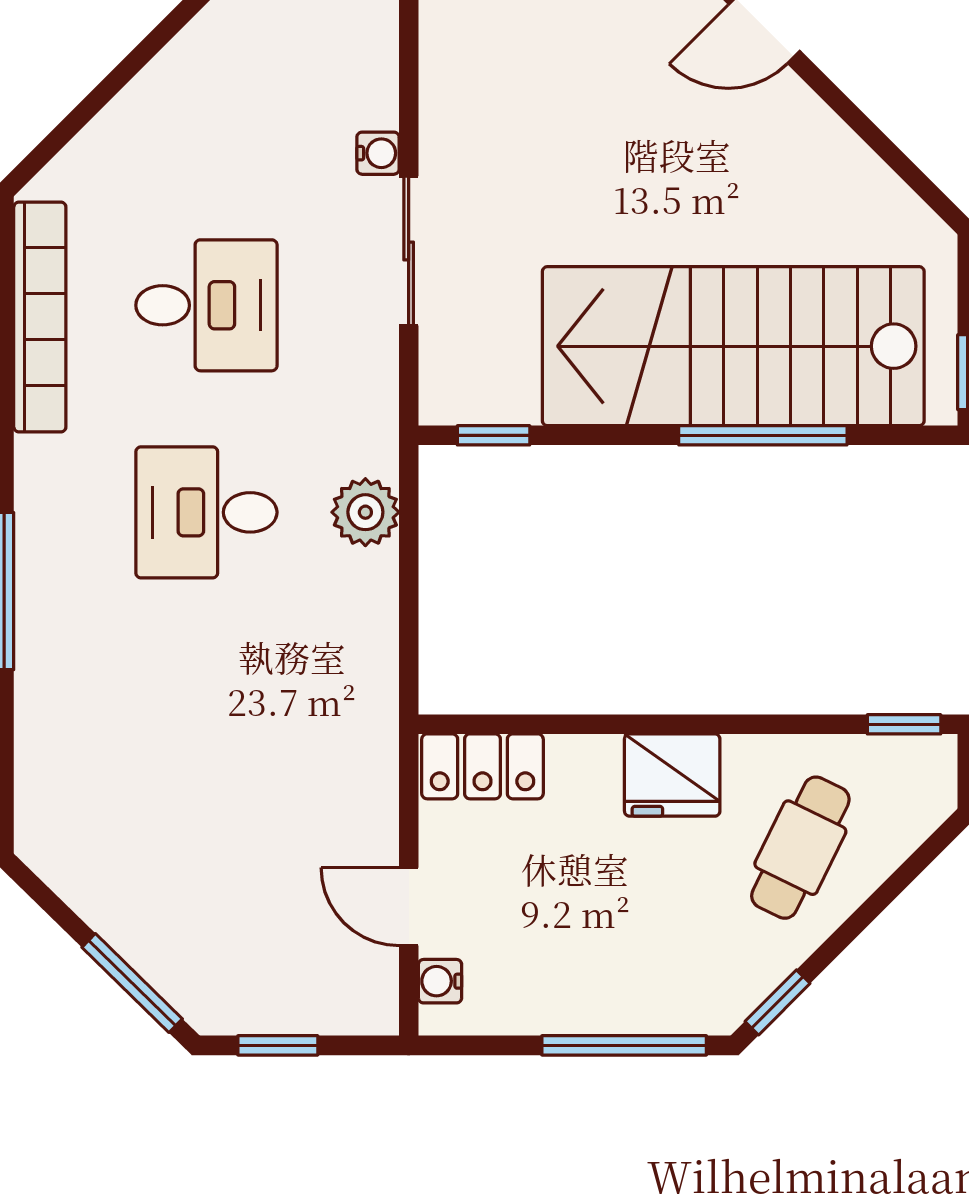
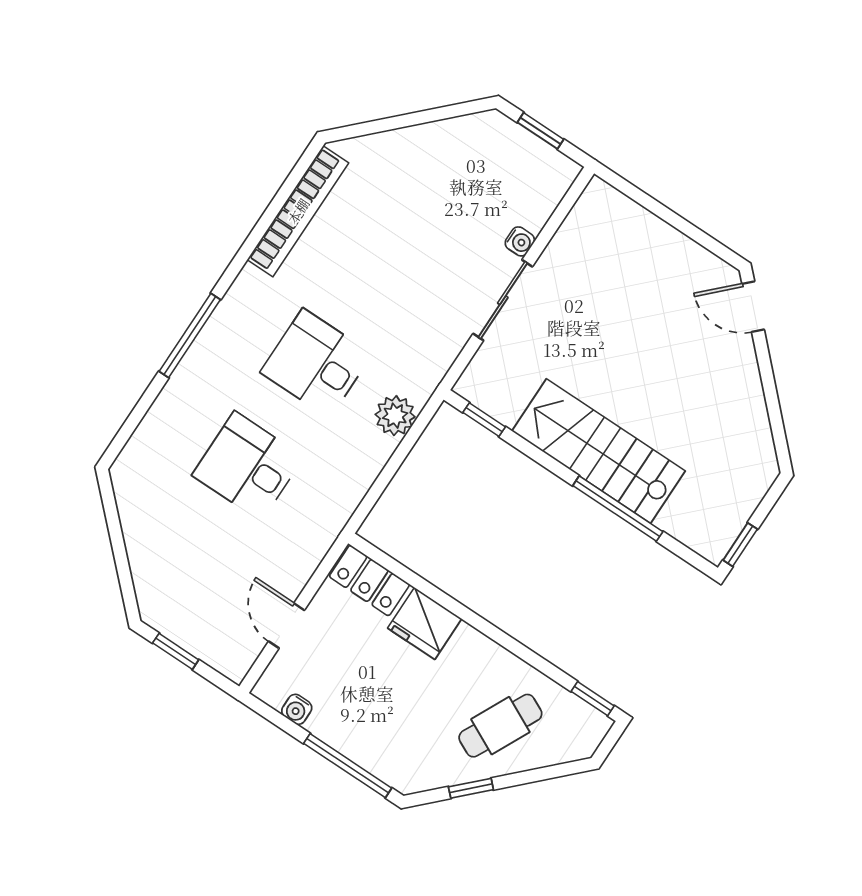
desk: (206, 305) -> (248, 466), moved, turned 180
stairs: (733, 346) -> (598, 451), width x0.73, depth x0.66
fridge: (672, 775) -> (425, 623), moved
water cooler: (440, 981) -> (297, 709), moved, turned -90
window: (132, 983) -> (124, 572), removed
window: (777, 1002) -> (471, 788), moved

